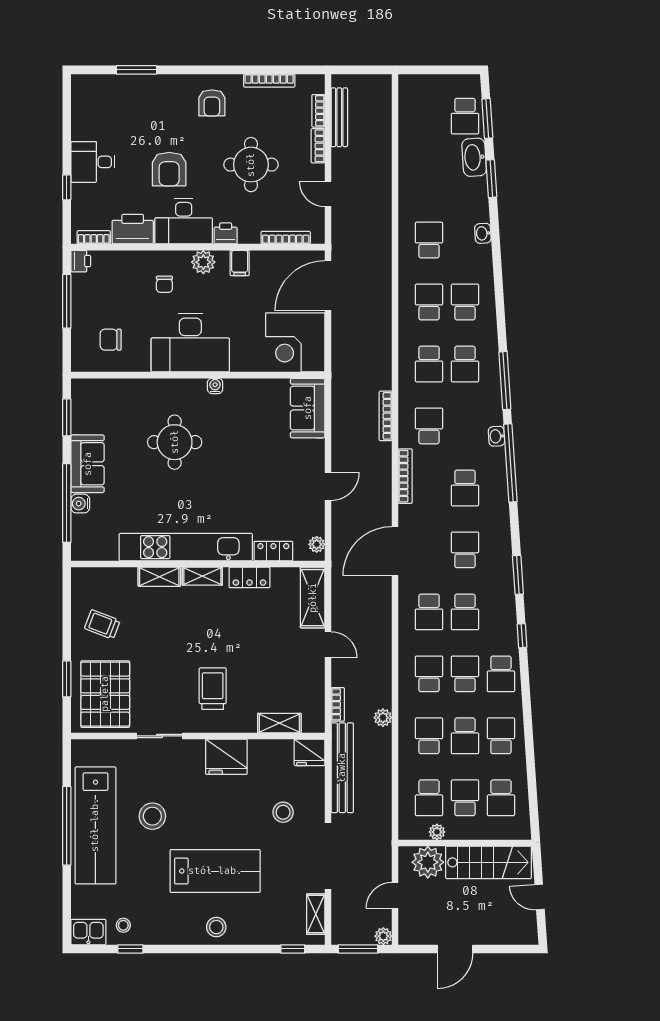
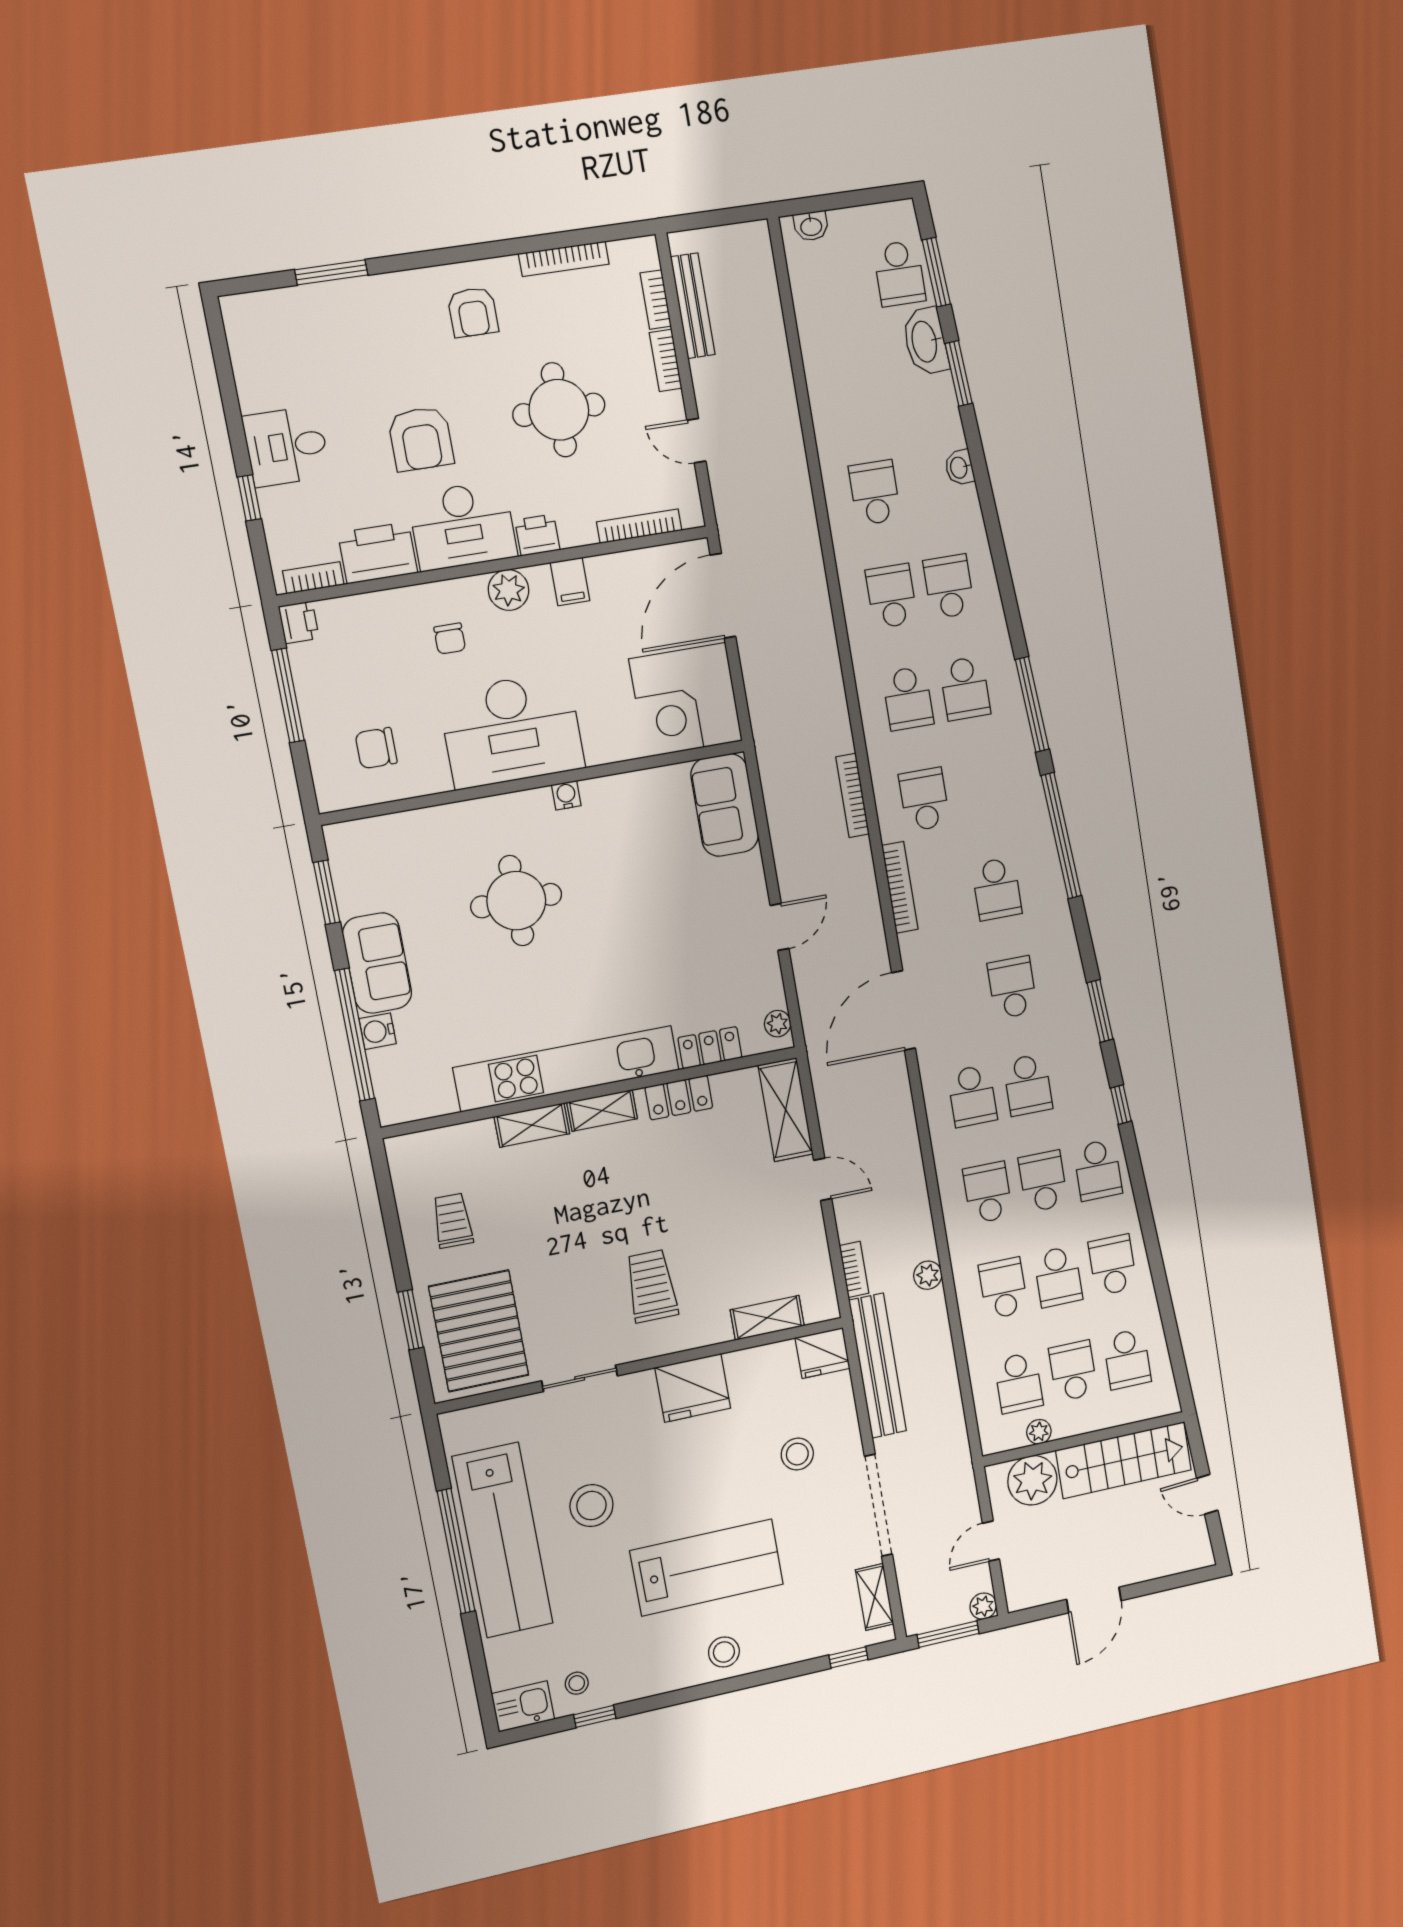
washbasin: (496, 436) -> (811, 226), moved, turned -86
trolley: (102, 624) -> (453, 1221), turned 70

